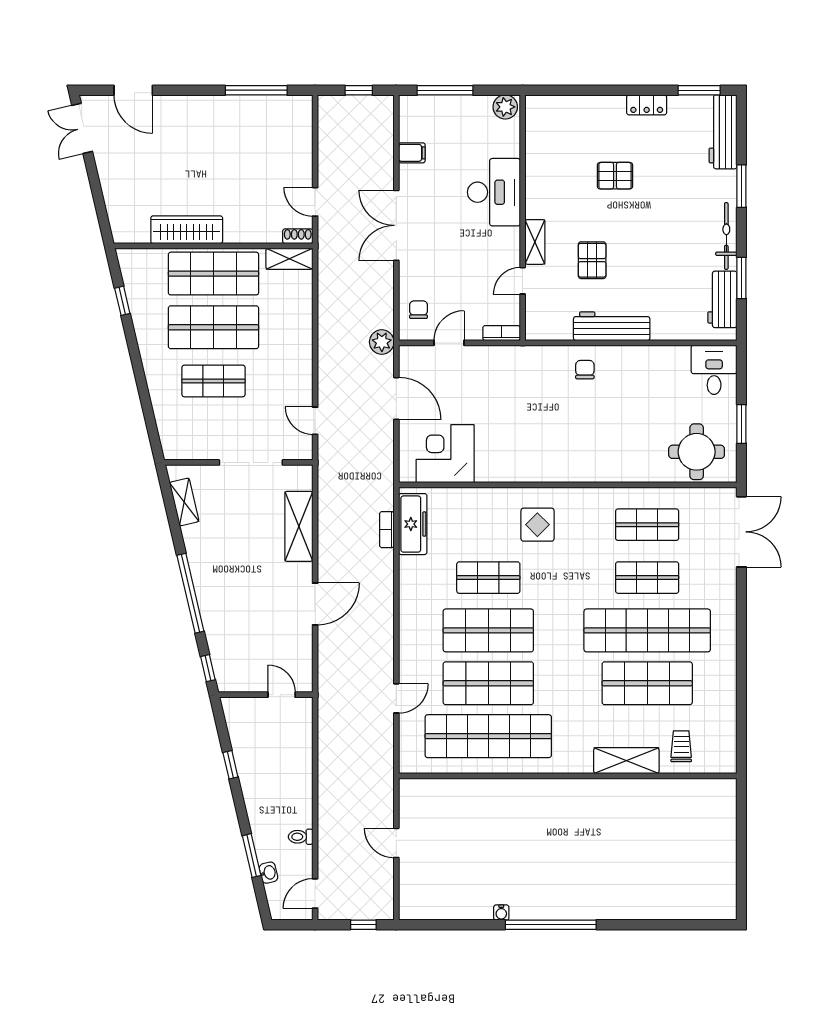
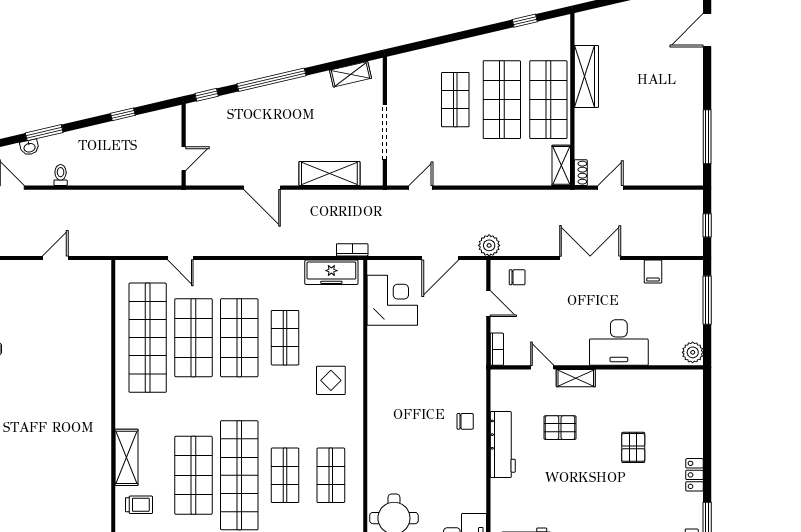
bookcase: (387, 530) -> (352, 250), moved

